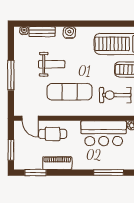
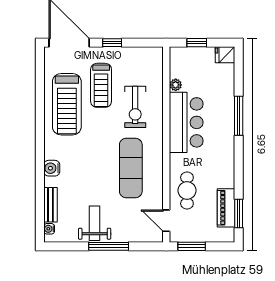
weight bench: (52, 64) -> (95, 223), moved
door: (30, 118) -> (166, 221), swing flipped
window: (11, 150) -> (192, 246), moved
piano: (57, 163) -> (226, 208), moved

